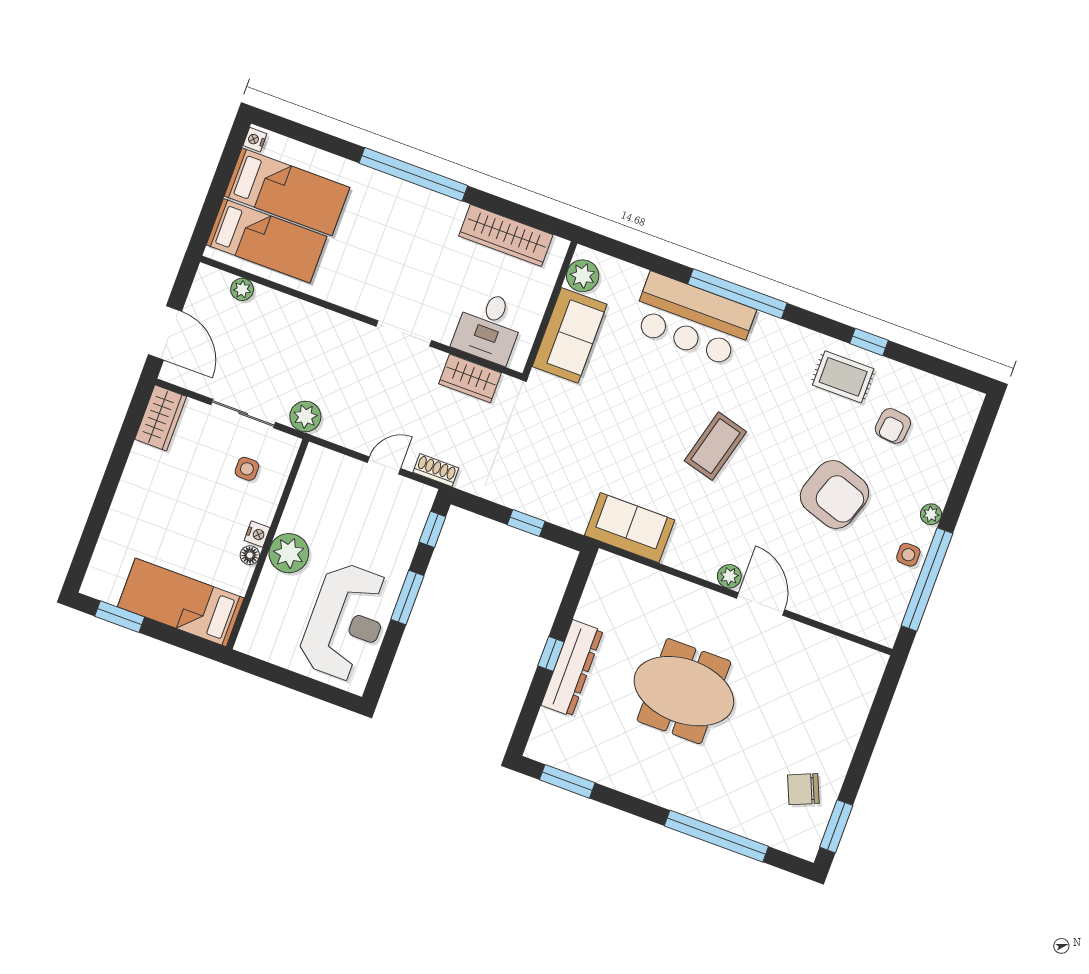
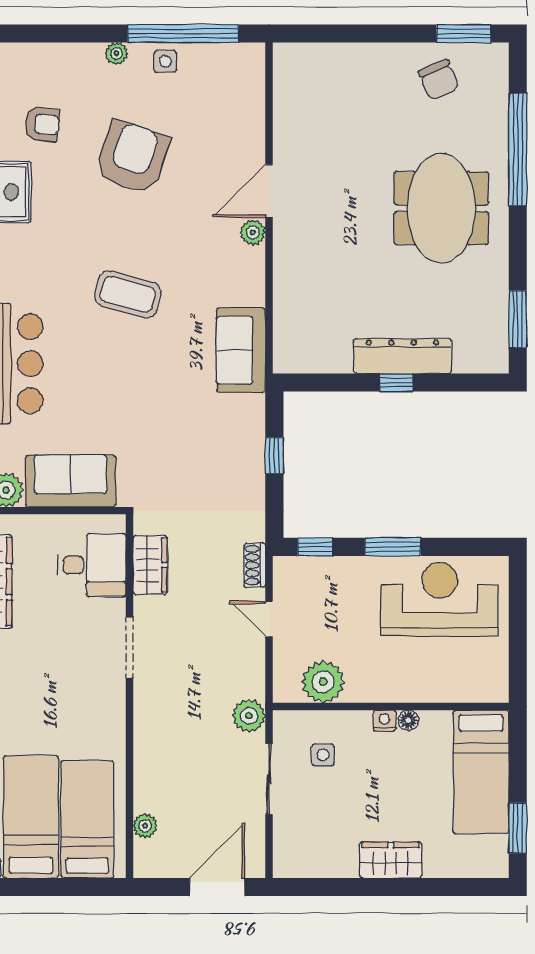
wardrobe: (161, 418) -> (391, 860), moved
plant: (289, 553) -> (323, 682), moved
meeting table: (684, 691) -> (441, 208), moved

